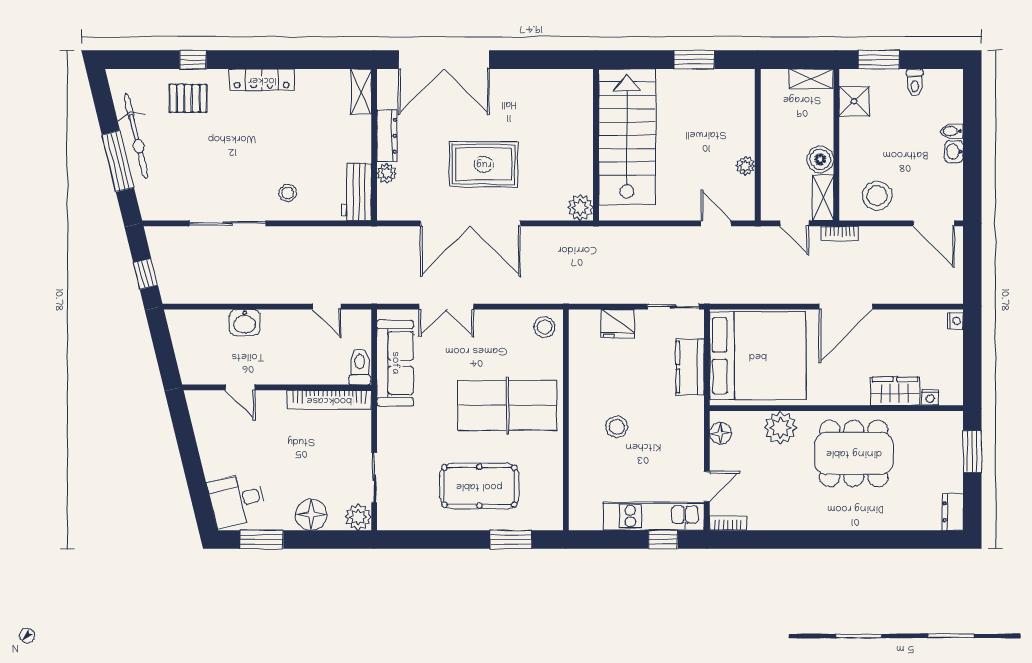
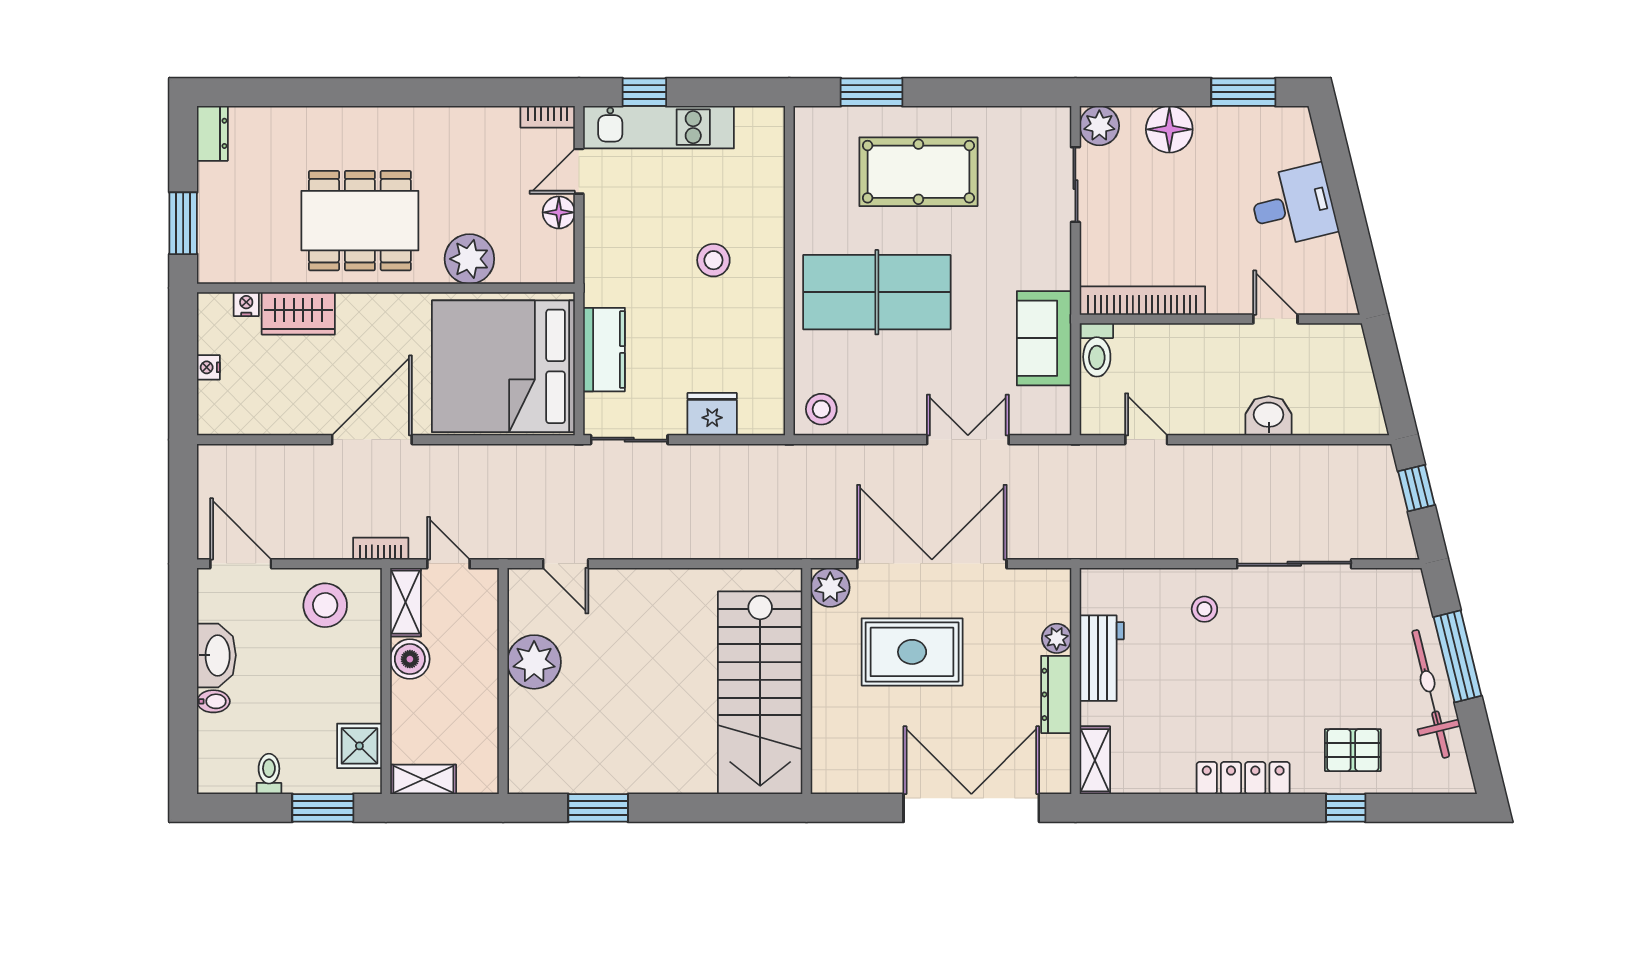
stairs: (627, 137) -> (760, 693), moved
wall: (596, 145) -> (807, 681), moved
washbasin: (954, 152) -> (216, 655), width x1.91, depth x1.45
plant: (745, 166) -> (534, 662), width x1.88, depth x1.88
workbench: (357, 192) -> (1102, 658), moved
plant: (580, 207) -> (830, 587), moved
nightstand: (955, 321) -> (208, 367), moved
sofa: (395, 363) -> (1044, 338), width x0.73
floor lamp: (720, 433) -> (559, 212), moved
desk: (237, 500) -> (1293, 206), moved

